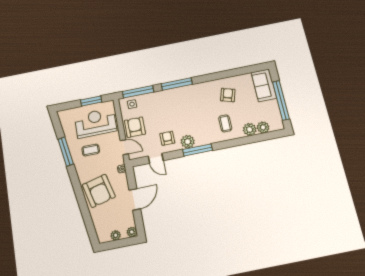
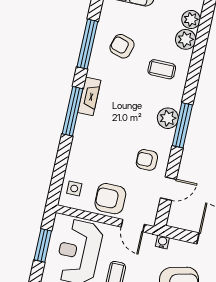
fireplace: (190, 89) -> (89, 96), added
window: (138, 92) -> (87, 44), moved
plant: (188, 142) -> (168, 118), moved
door: (124, 147) -> (133, 226), swing flipped

